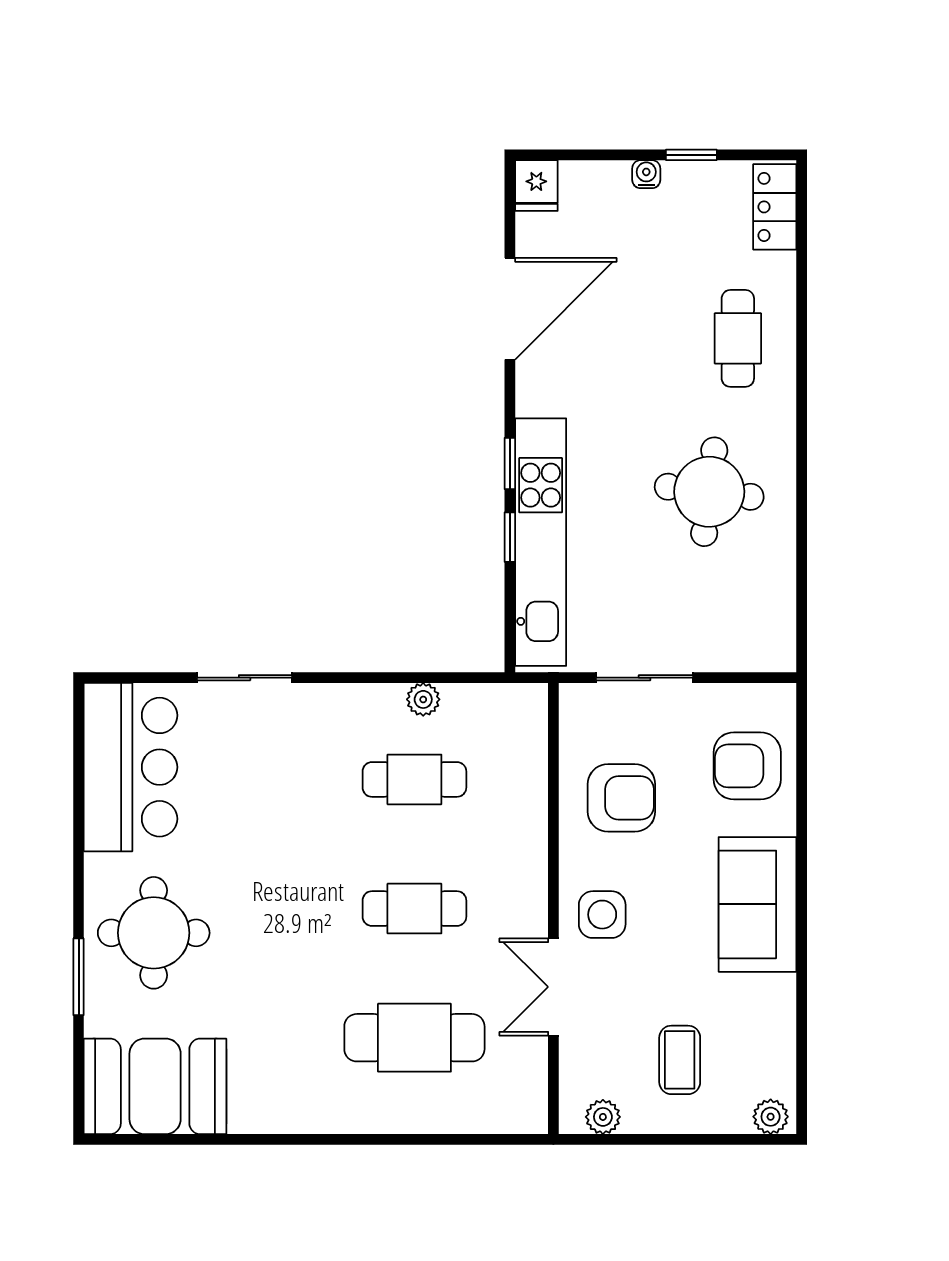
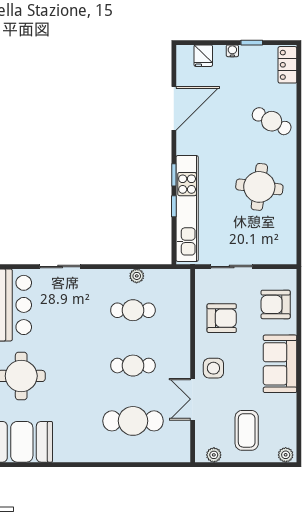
fridge: (536, 186) -> (203, 56), moved
cafe table: (738, 338) -> (272, 121), turned -62
coffee table: (680, 1060) -> (247, 430), width x1.36, depth x1.30

